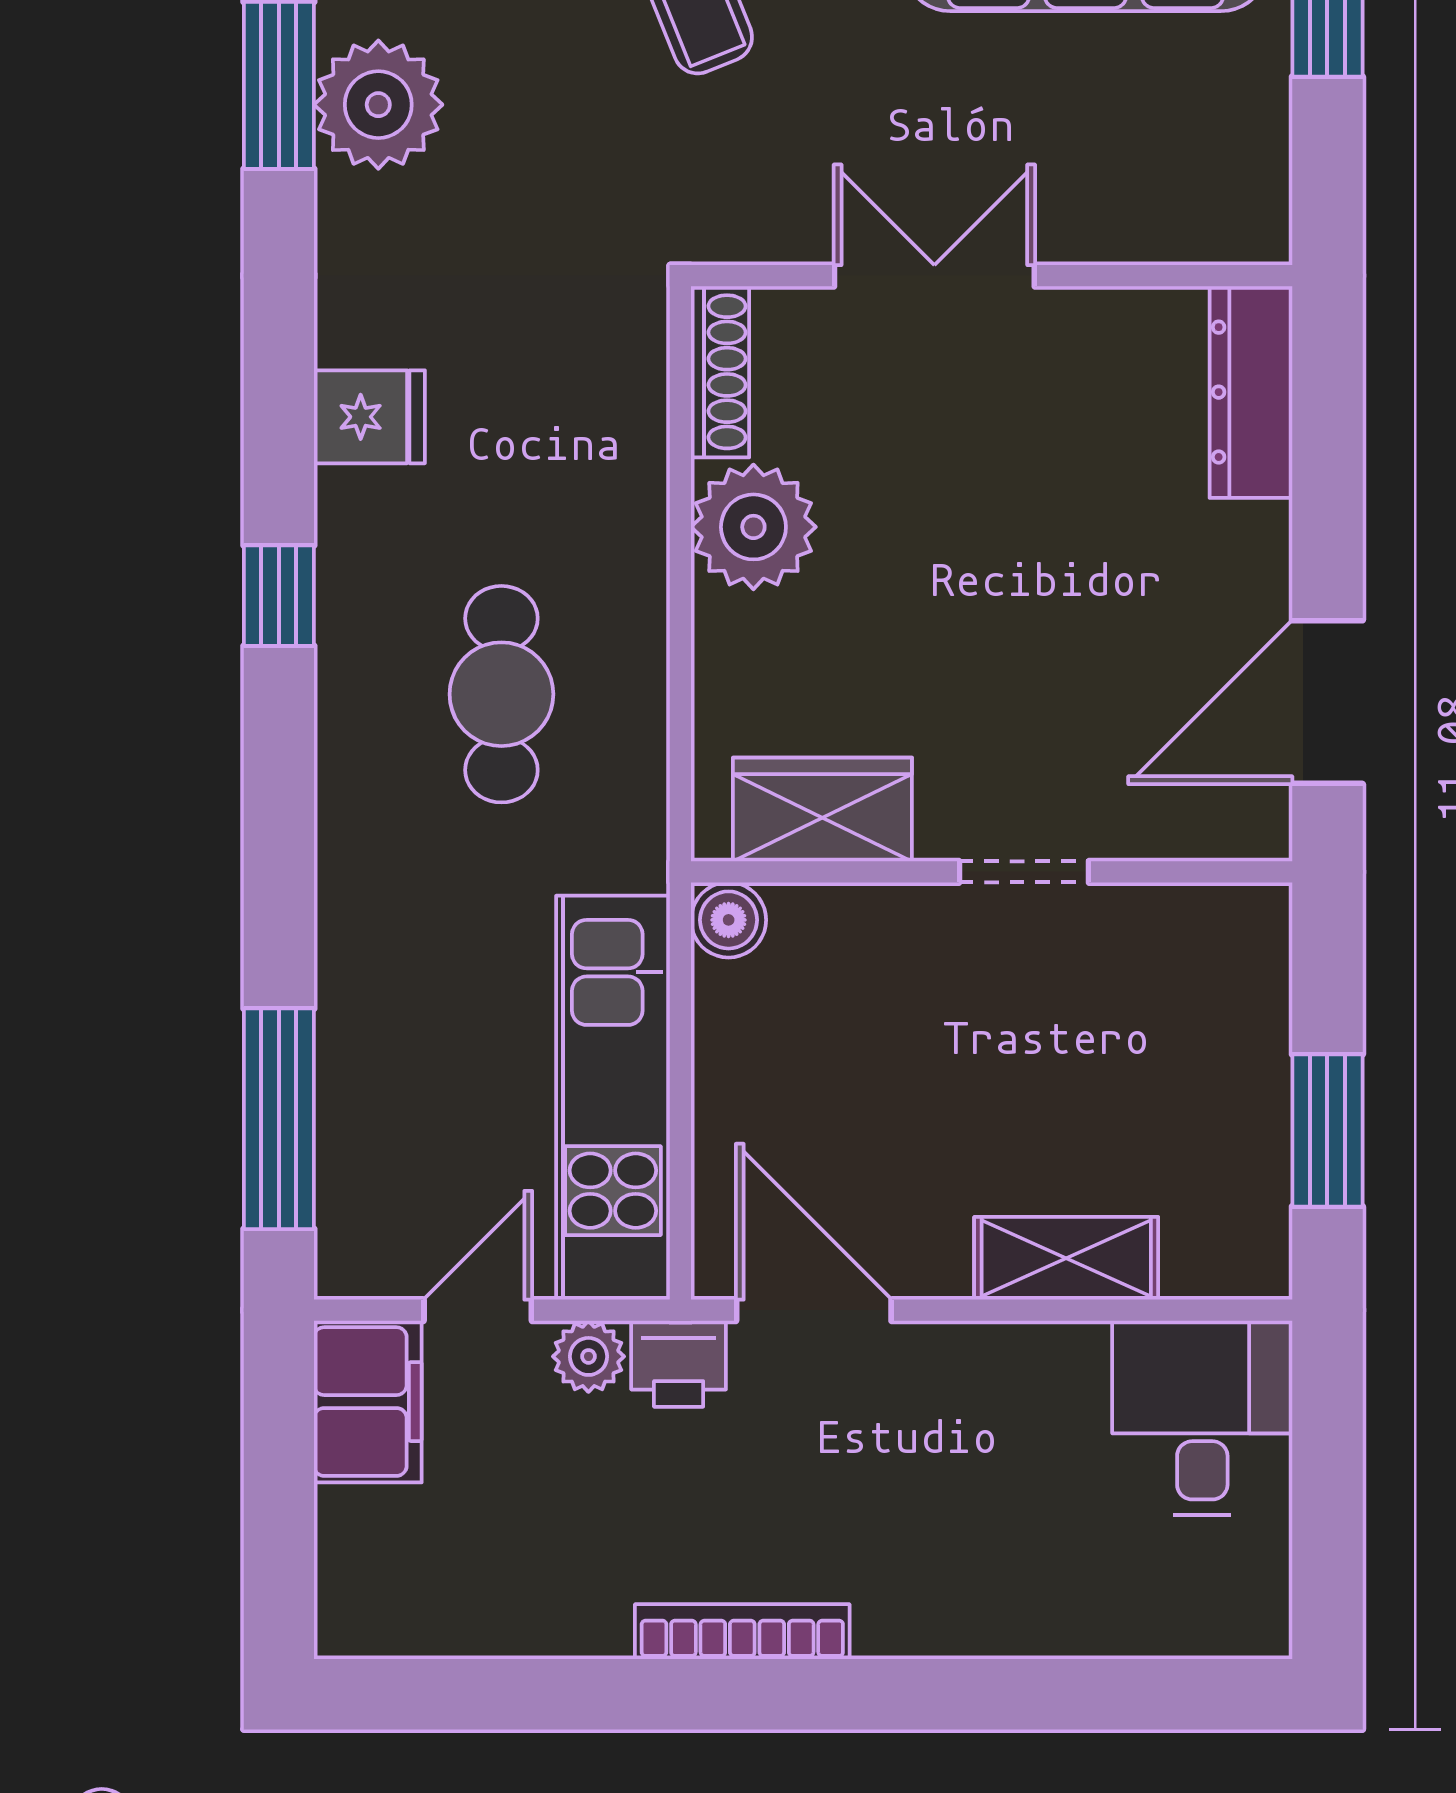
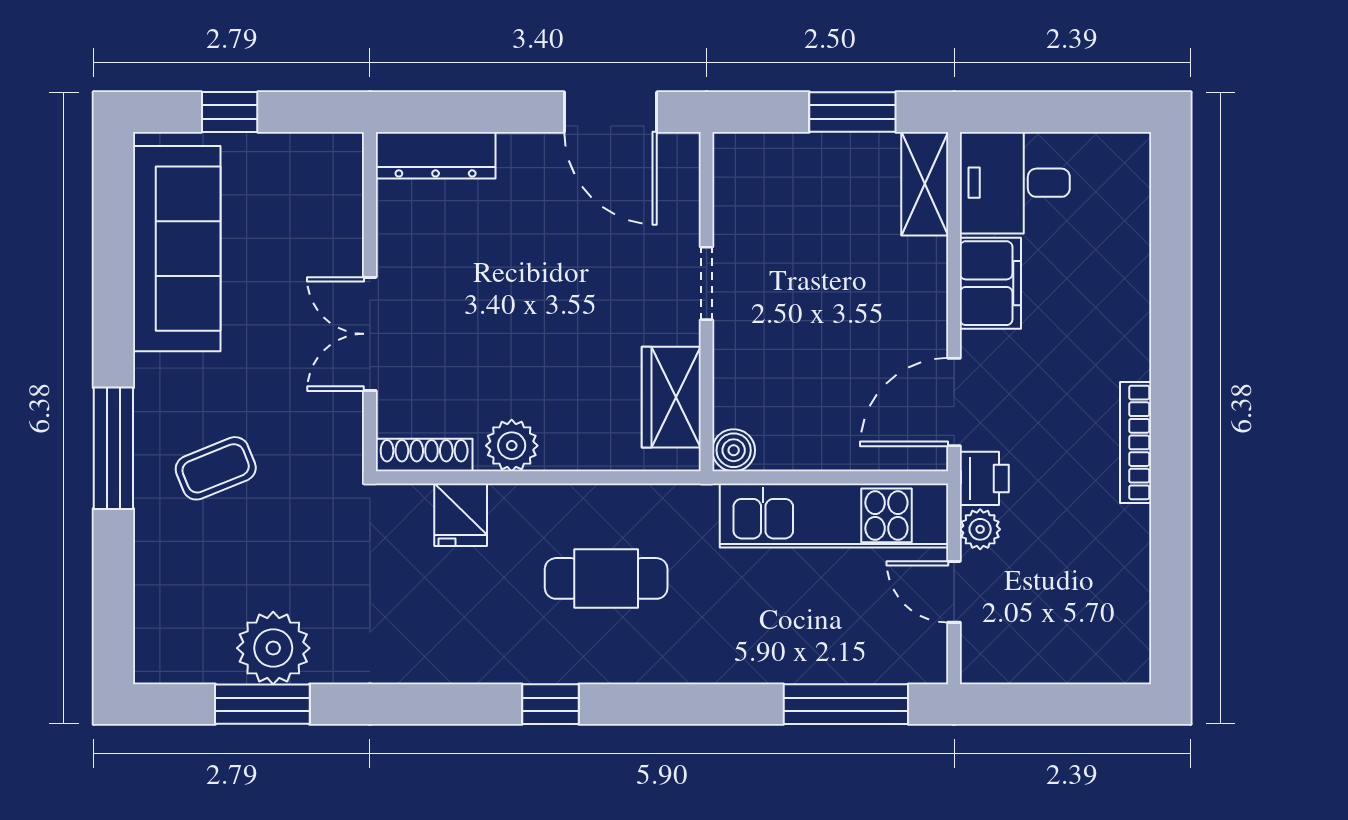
fridge: (369, 417) -> (461, 515), moved, turned 180
plant: (753, 527) -> (512, 446), width x0.73, depth x0.73
shelving: (1066, 1258) -> (925, 184), moved
filing cabinet: (368, 1402) -> (990, 283), moved, turned 90

